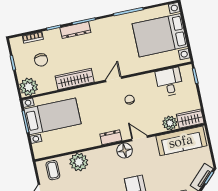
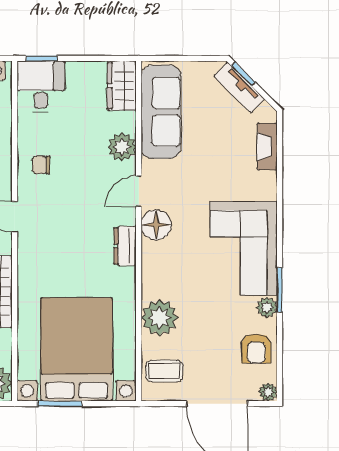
desk: (169, 82) -> (41, 86), moved, turned 90
chair: (130, 100) -> (41, 165), moved
bed with nightstands: (53, 116) -> (77, 349), width x1.36
plant: (170, 123) -> (122, 147), moved

